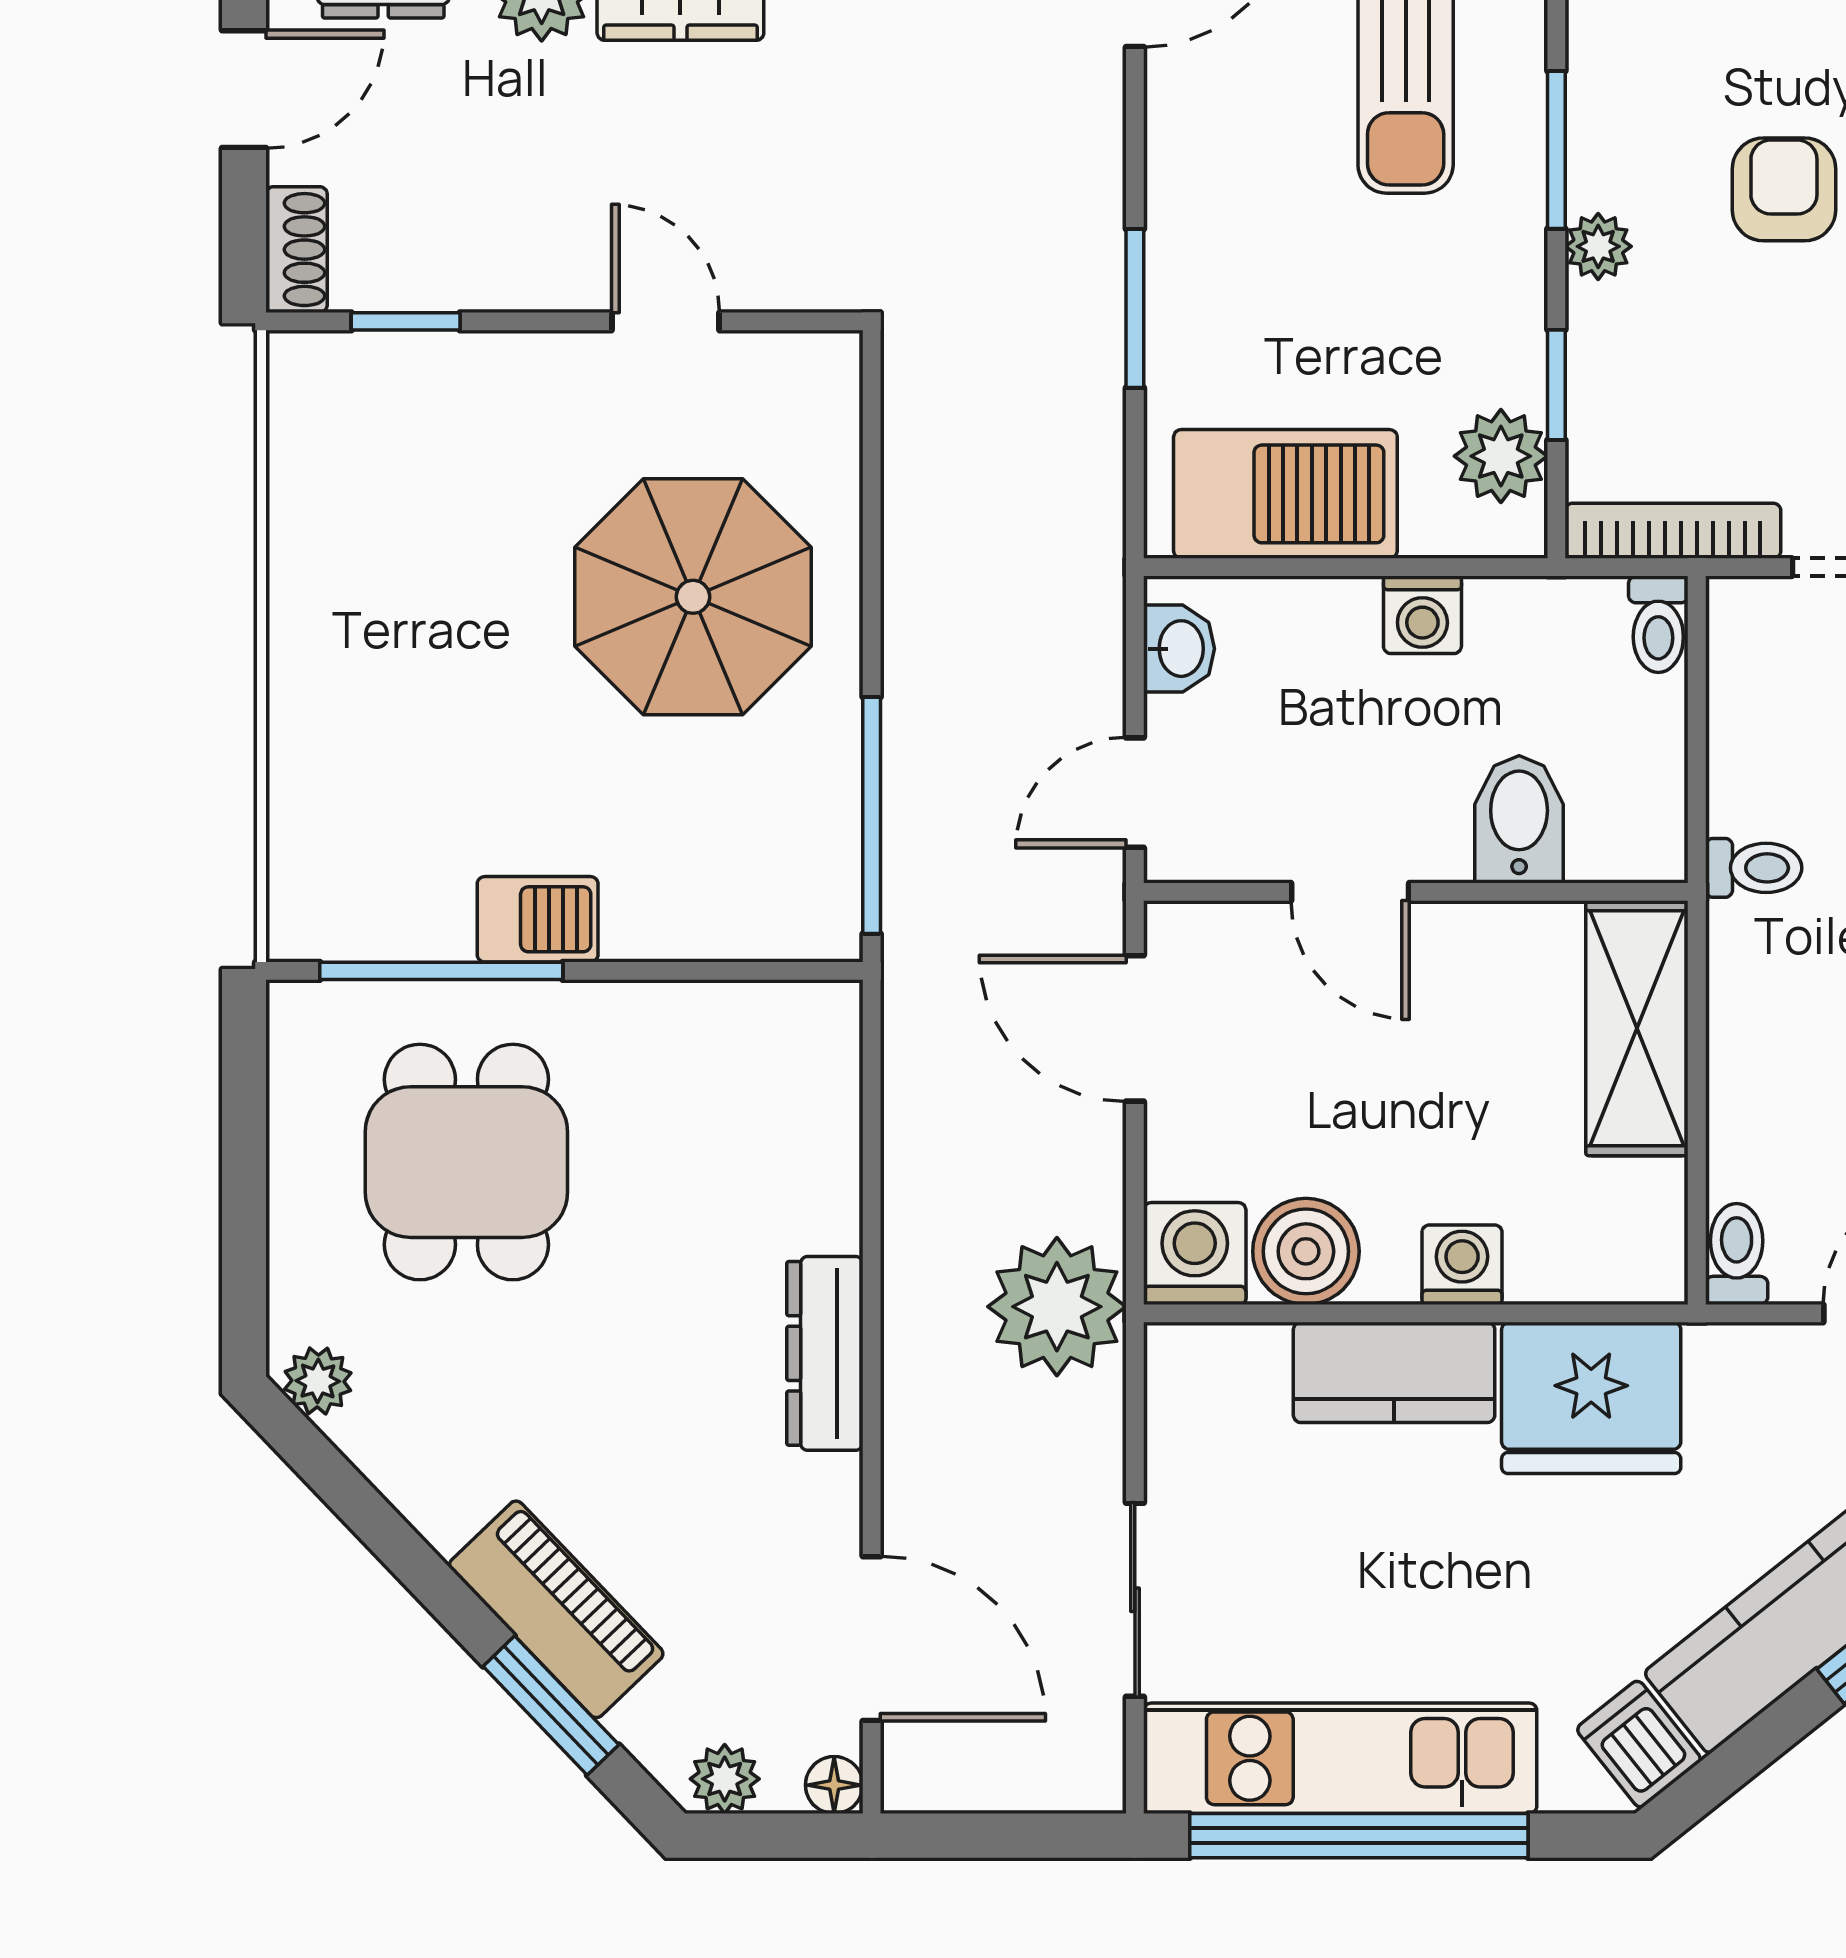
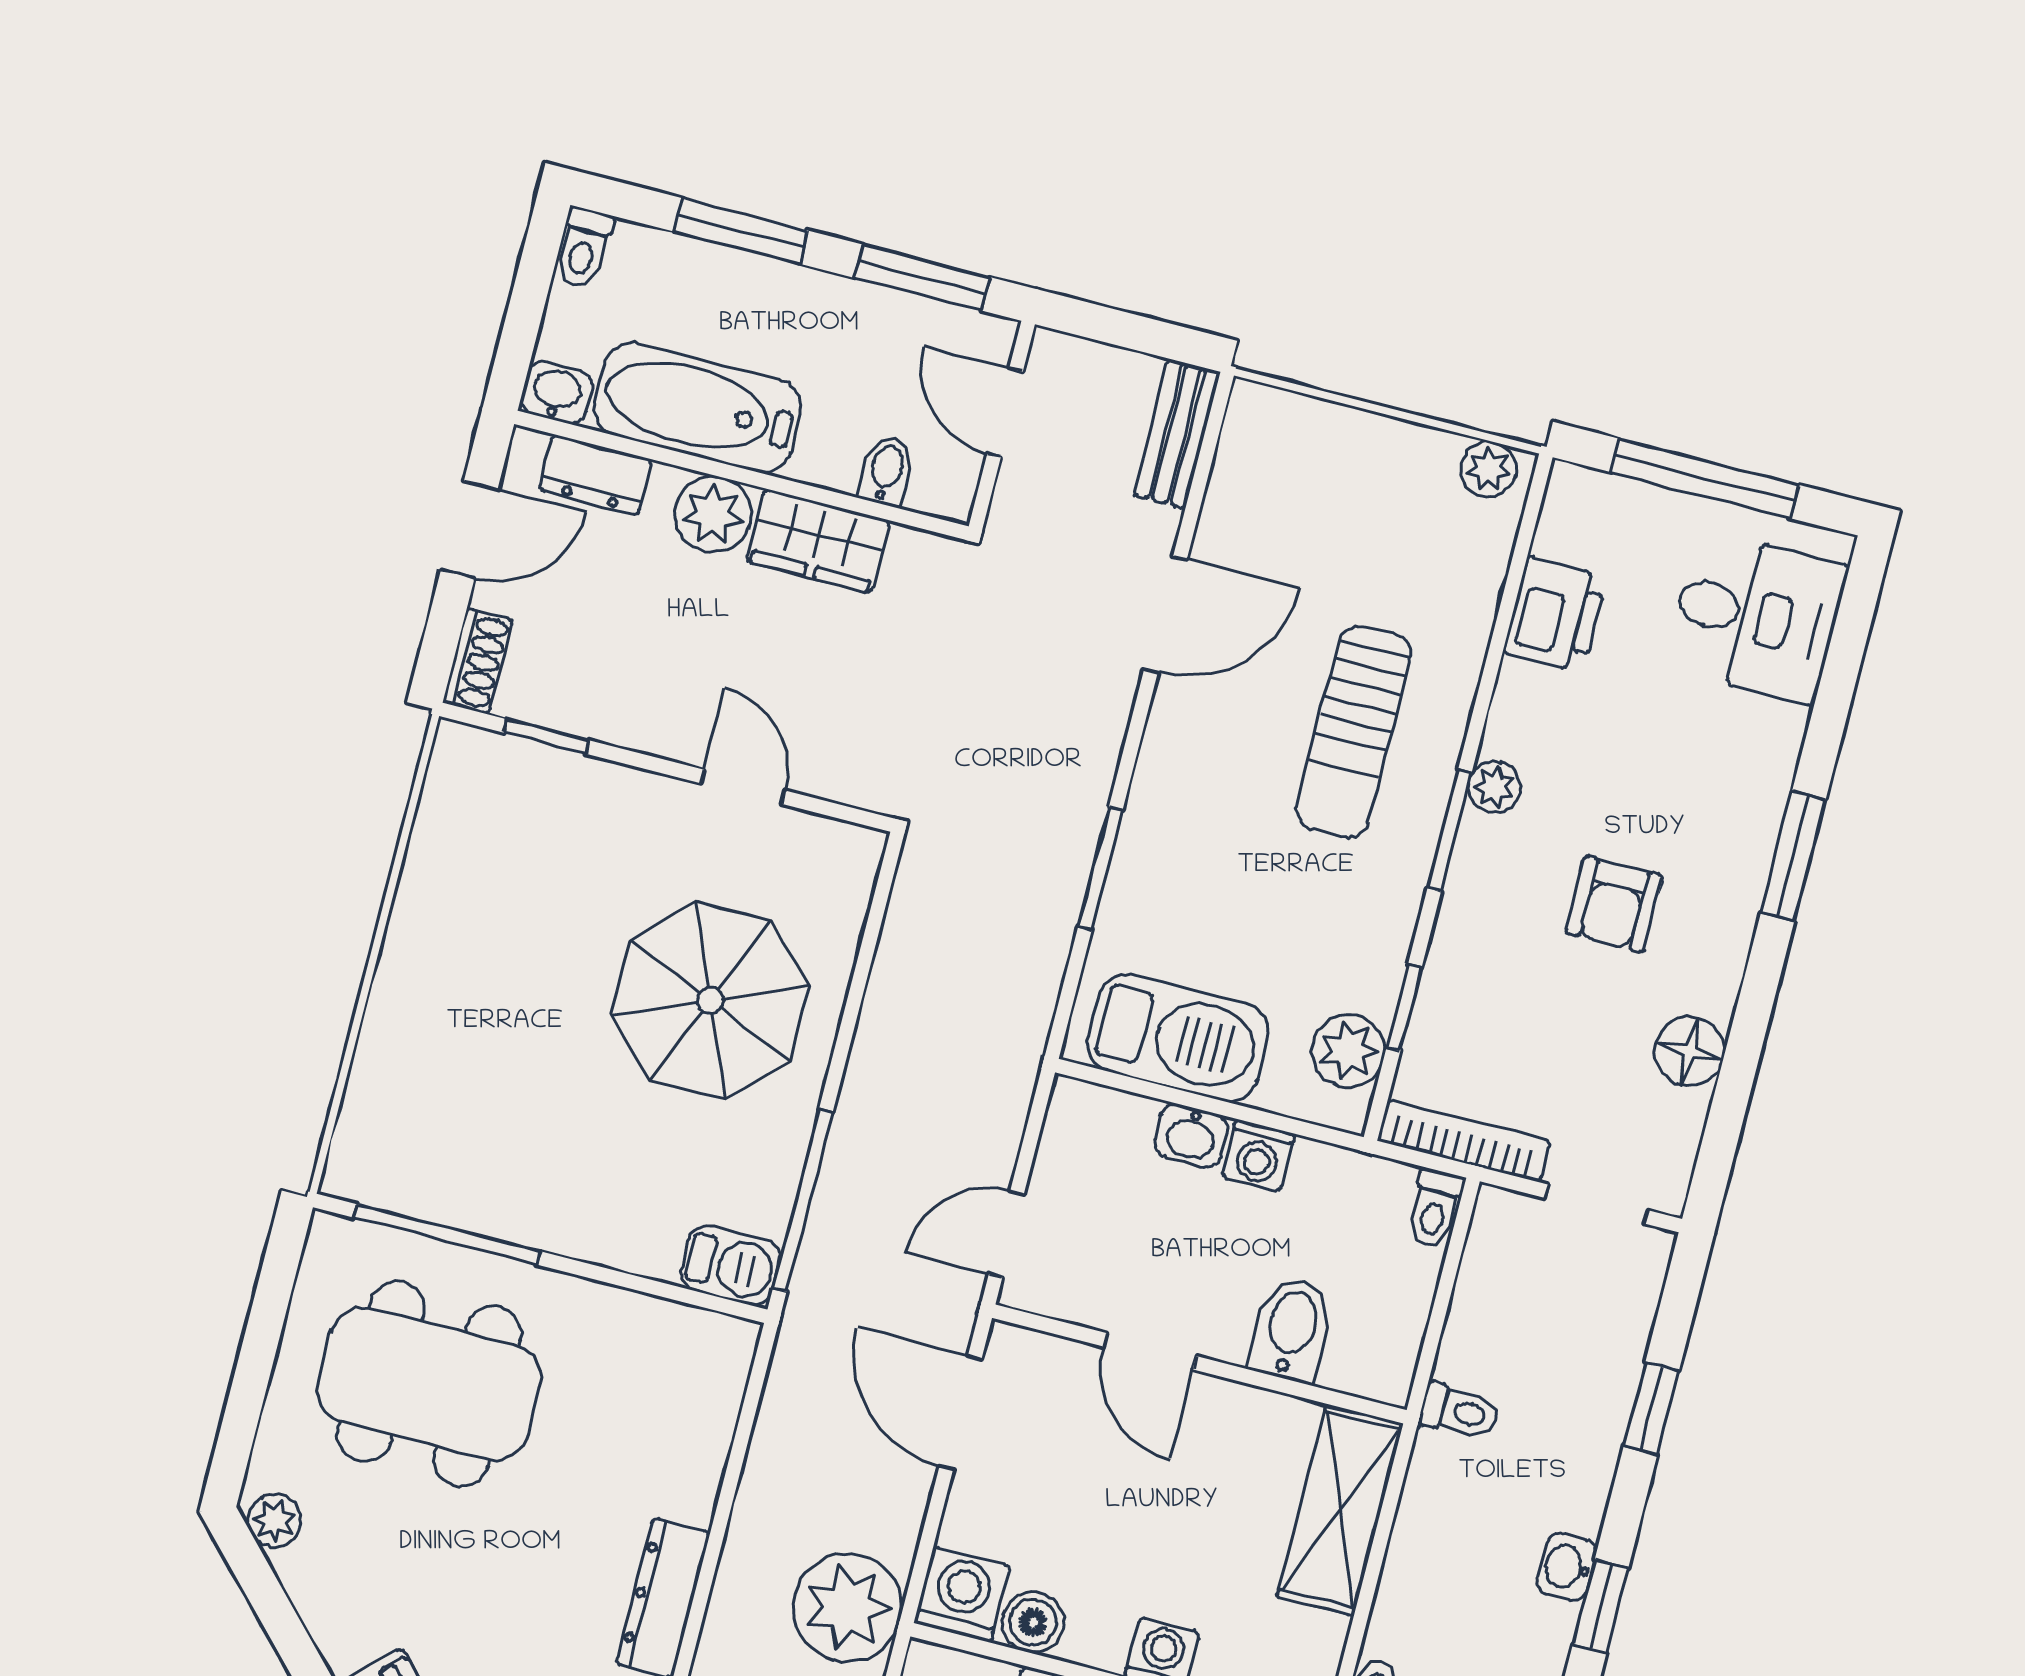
armchair: (1784, 189) -> (1614, 904), turned 180
plant: (1598, 246) -> (1495, 787), moved
washbasin: (1179, 649) -> (1191, 1136), moved, turned 90
barbecue: (538, 919) -> (730, 1266), moved
dining table: (466, 1162) -> (429, 1384), width x1.38
boiler: (1306, 1251) -> (1033, 1622), width x0.73, depth x0.73

